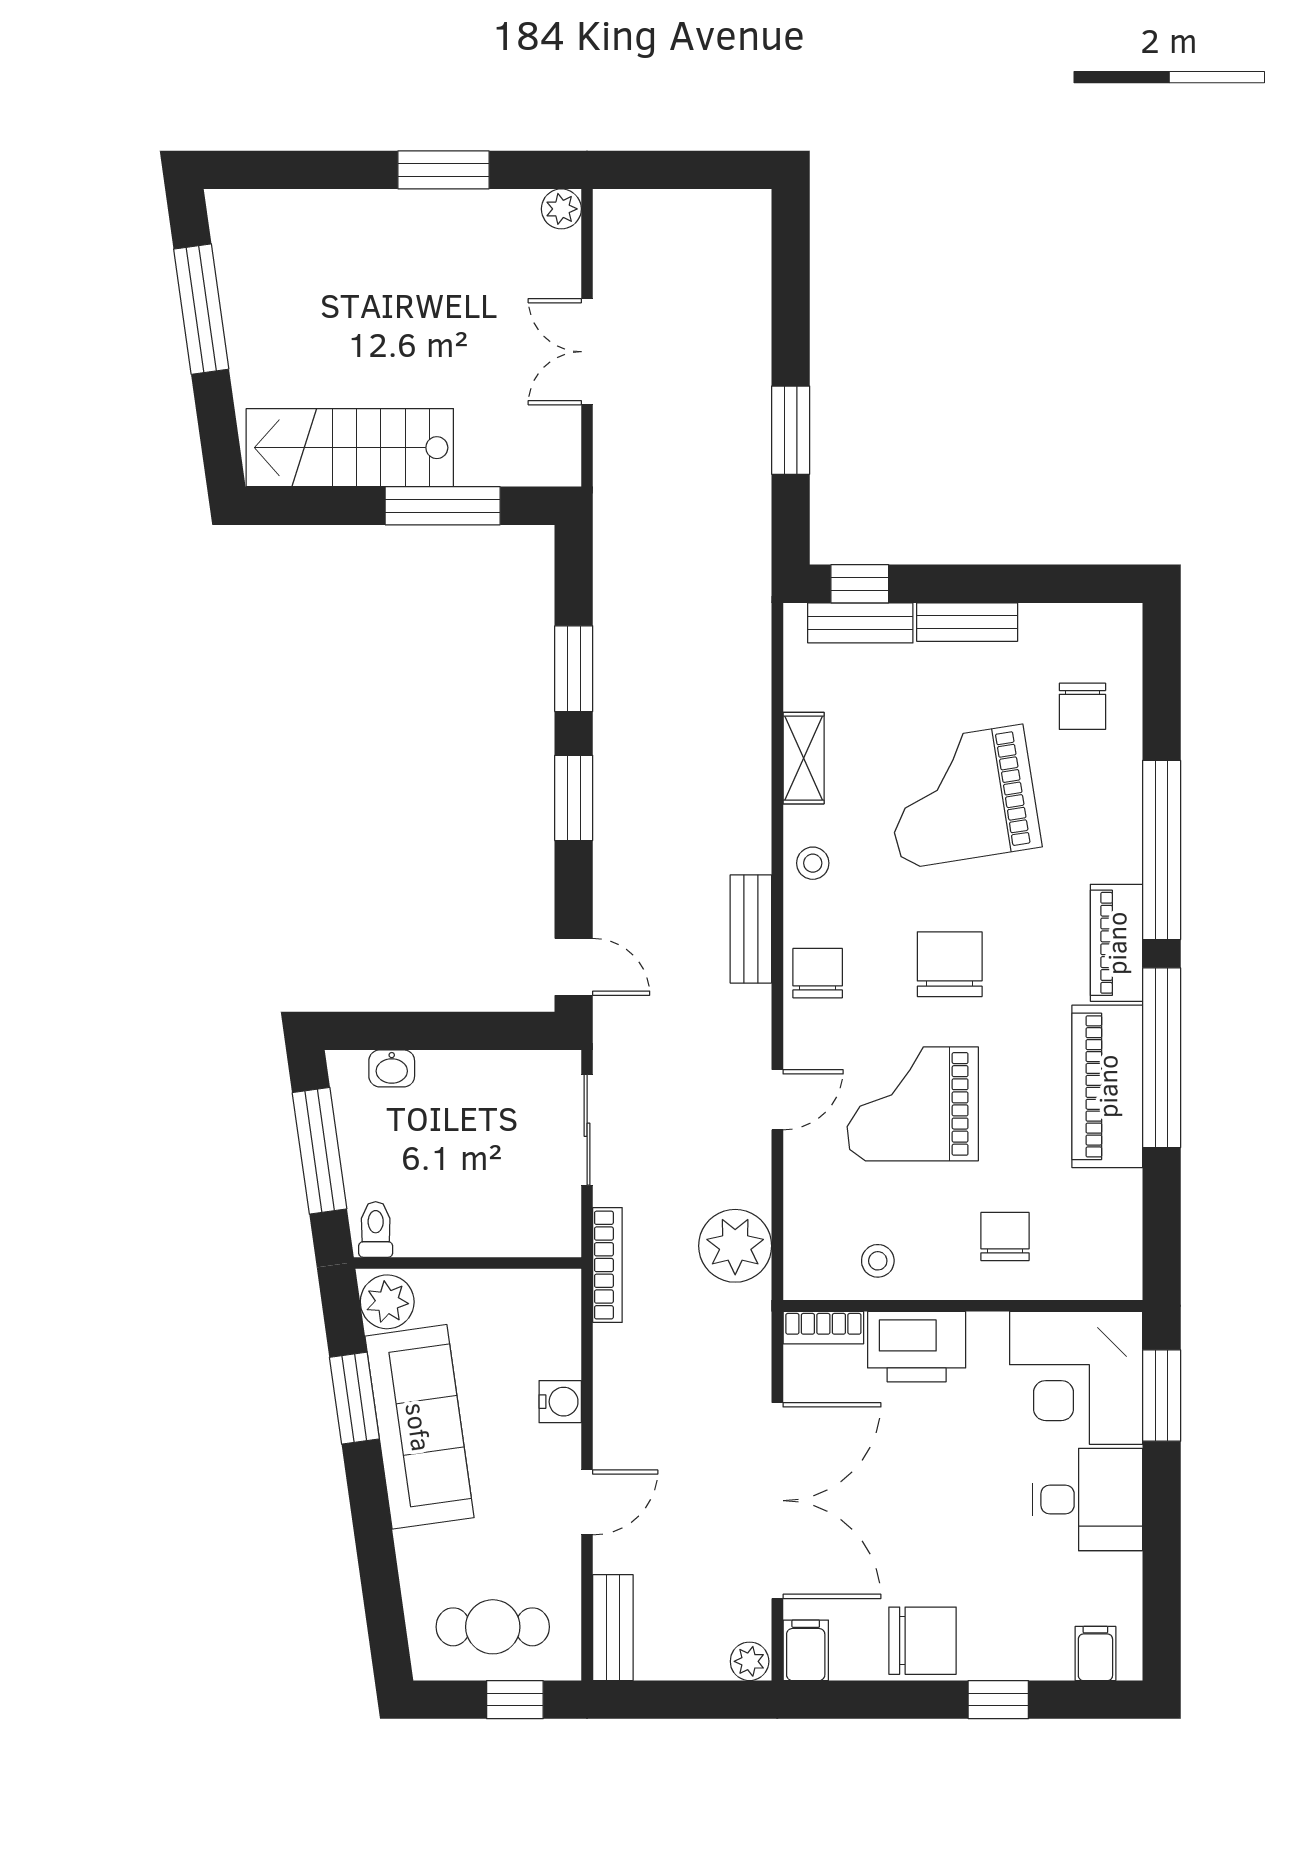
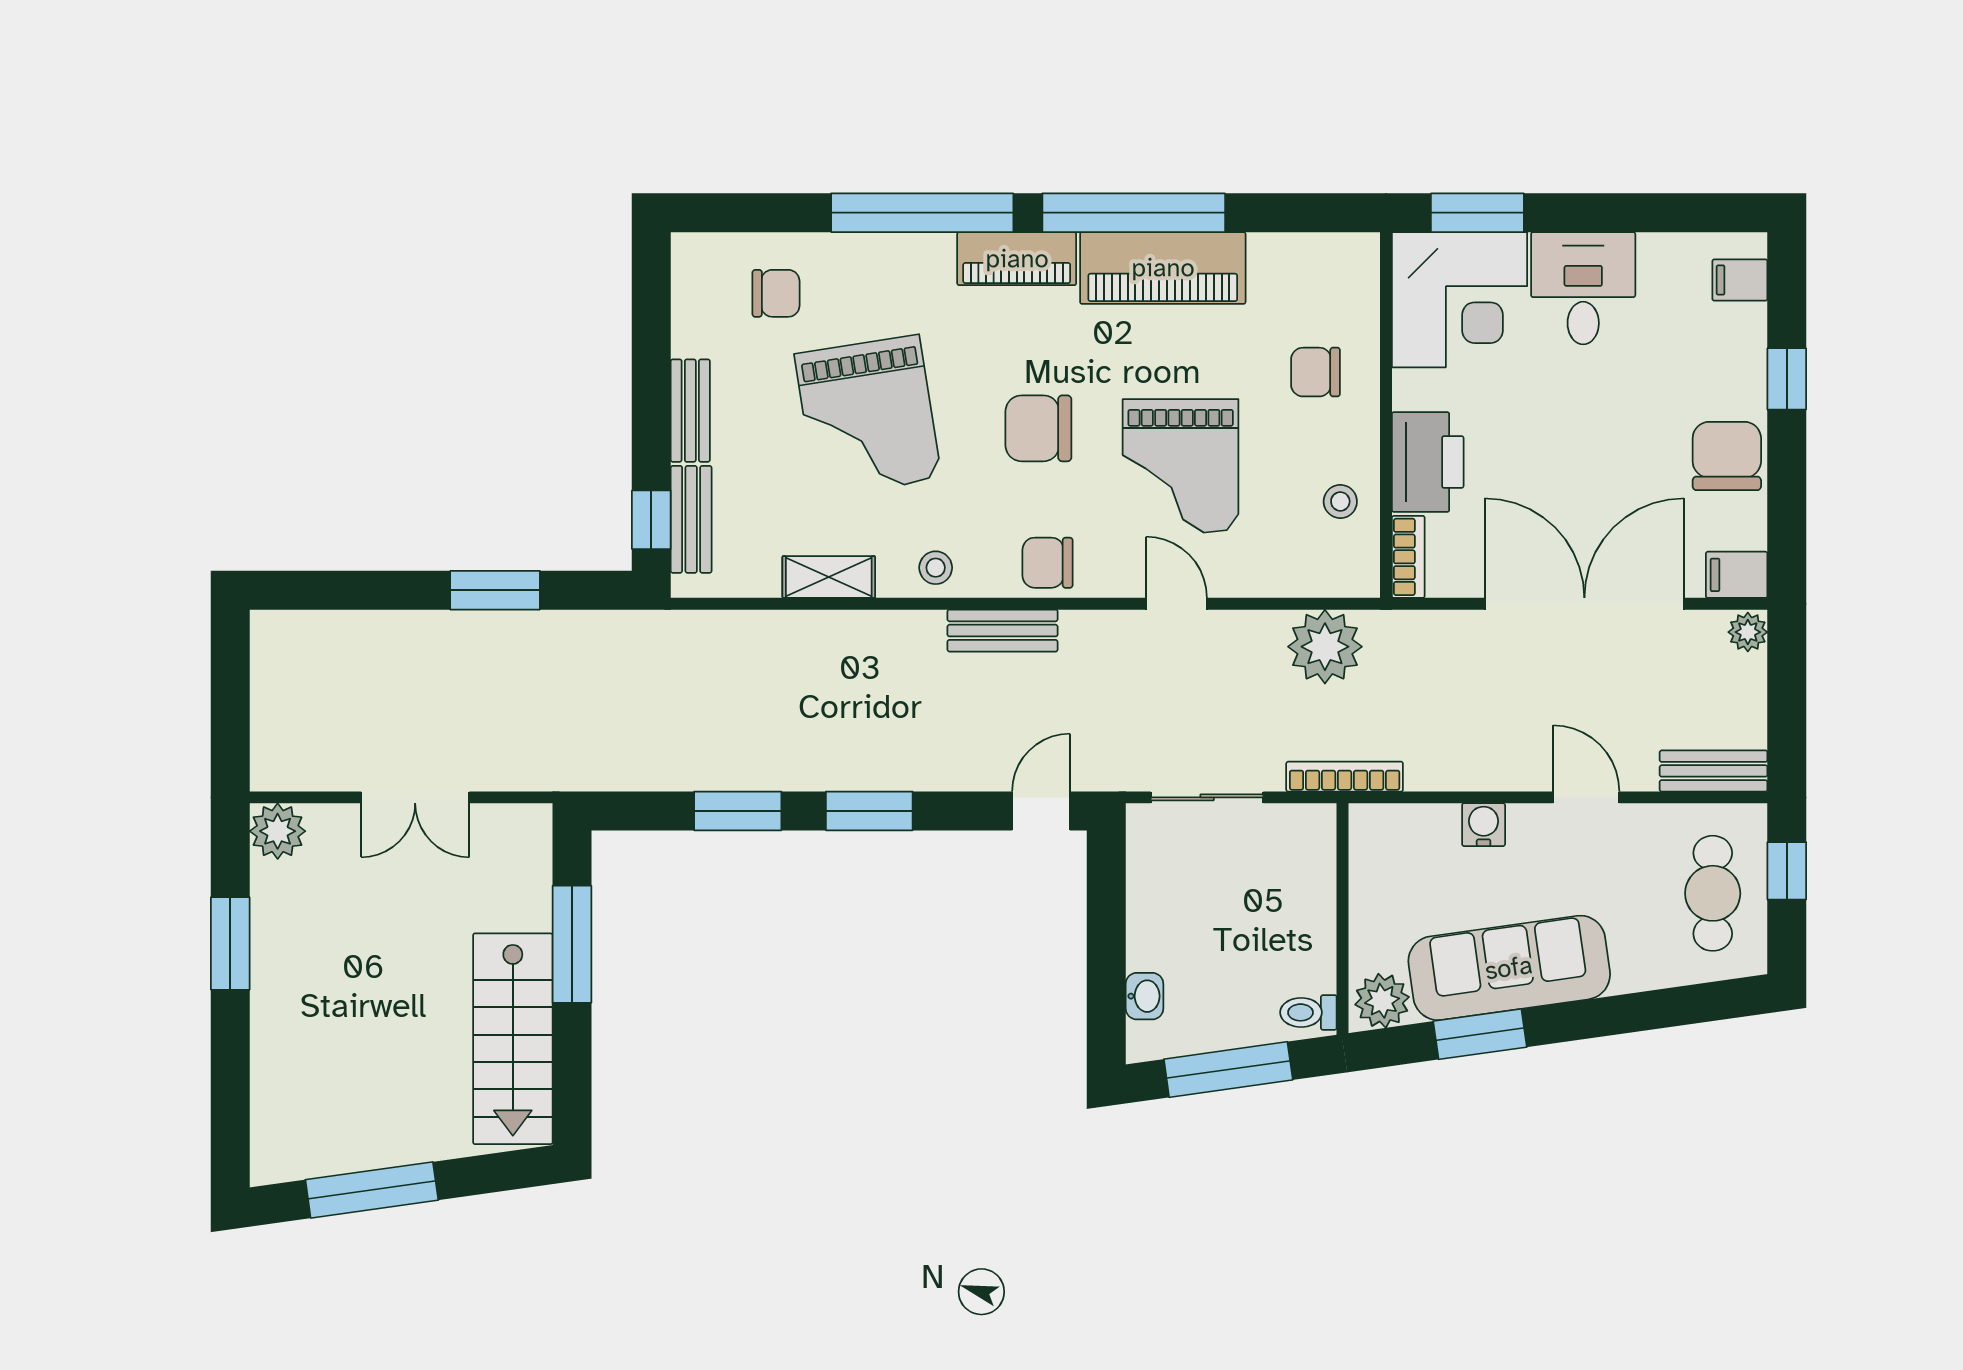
plant: (561, 209) -> (278, 831), width x1.38, depth x1.38

